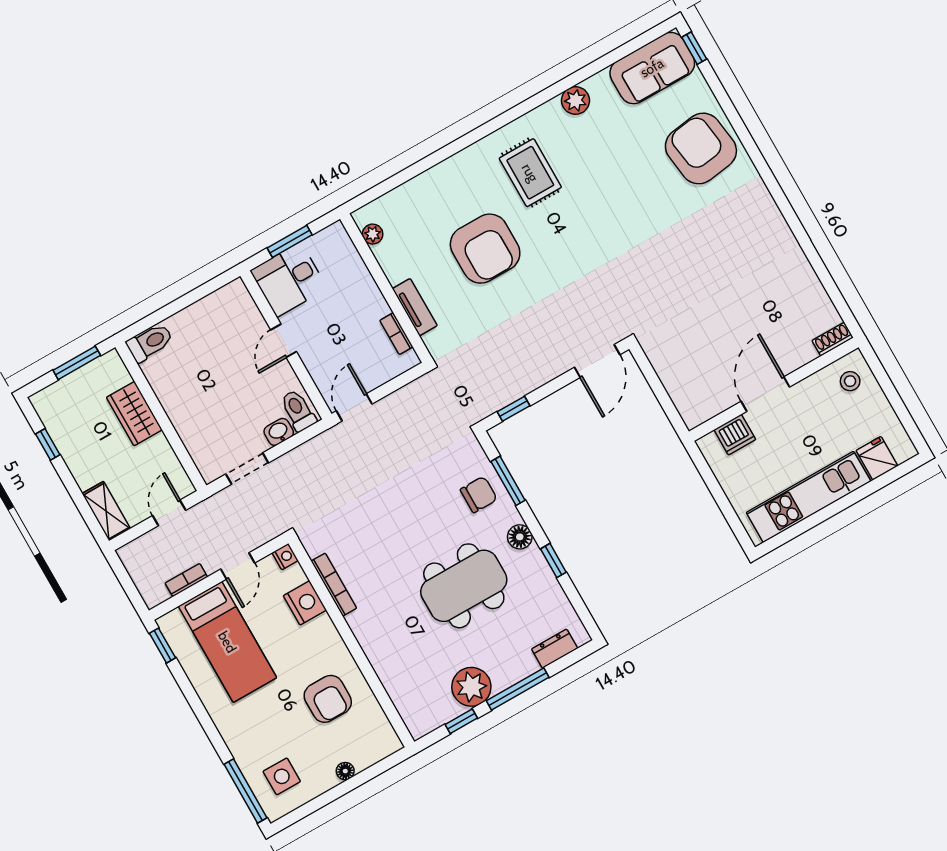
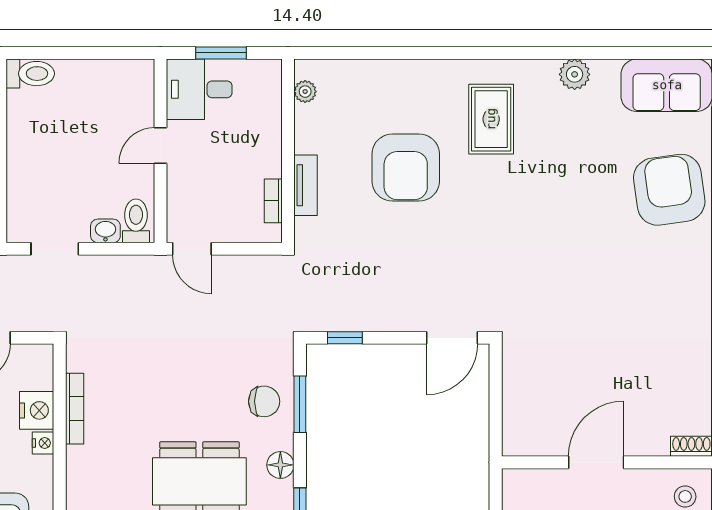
door: (354, 407) -> (192, 249), swing flipped
dishwasher: (735, 435) -> (544, 485), removed
nightstand: (285, 557) -> (43, 443), moved

